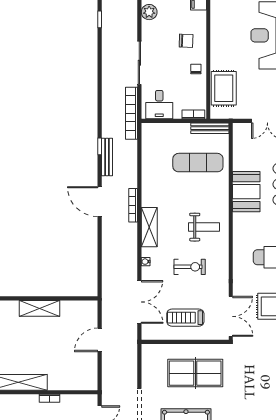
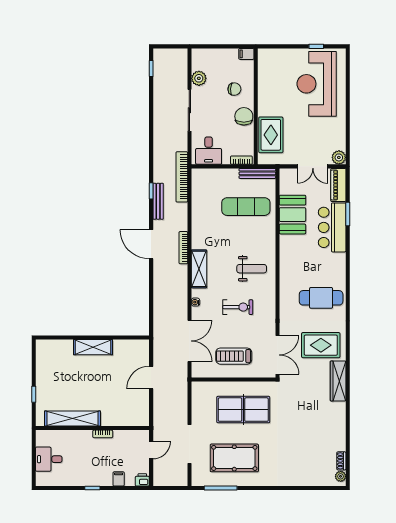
plant: (149, 12) -> (199, 78), moved
chair: (196, 69) -> (244, 116), width x1.87, depth x1.87
bookcase: (131, 113) -> (182, 177), moved
booth: (246, 192) -> (293, 215), moved

